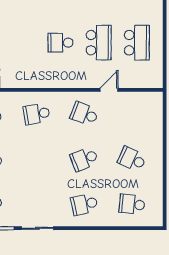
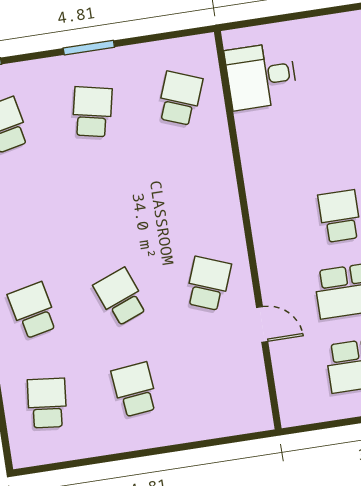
school desk: (37, 114) -> (194, 191), removed
school desk: (132, 159) -> (135, 390), turned -30

